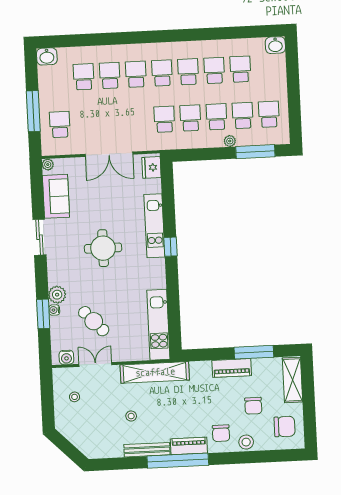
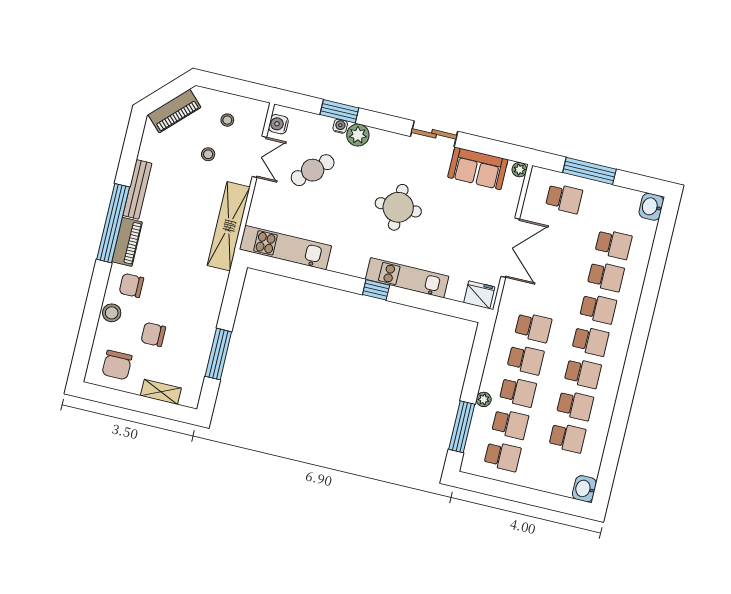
double door: (109, 154) -> (510, 248), swing flipped
piano: (232, 368) -> (174, 111), moved, turned -135
shelving: (293, 380) -> (161, 392), width x0.67, depth x0.75
stool: (131, 416) -> (208, 154), moved

